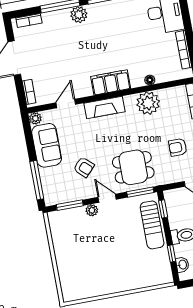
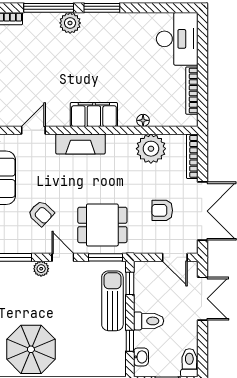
plant: (148, 103) -> (151, 149), moved
sun lounger: (152, 225) -> (112, 301), turned 180
parasol: (96, 275) -> (31, 349), added

